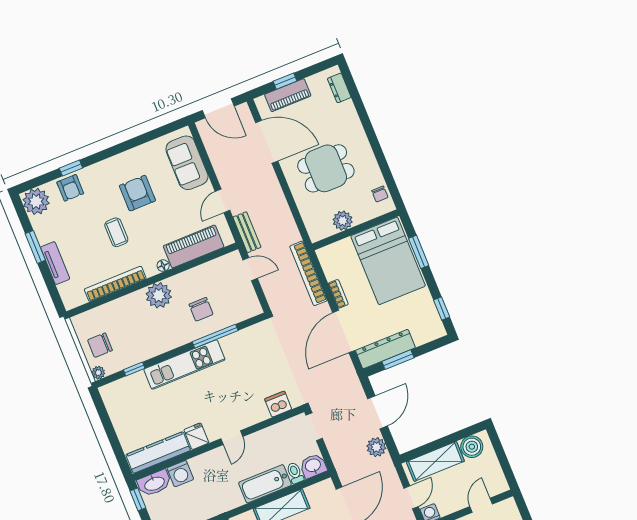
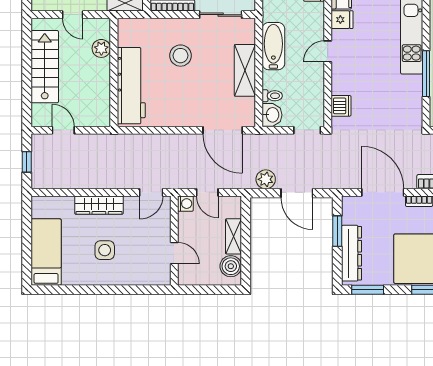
window: (442, 308) -> (368, 290), width x1.50
dresser: (385, 349) -> (351, 253), moved
door: (232, 438) -> (328, 51), hinge flipped
shelving: (435, 461) -> (234, 236), width x0.67, depth x0.75
bathtub: (265, 484) -> (273, 46), moved

